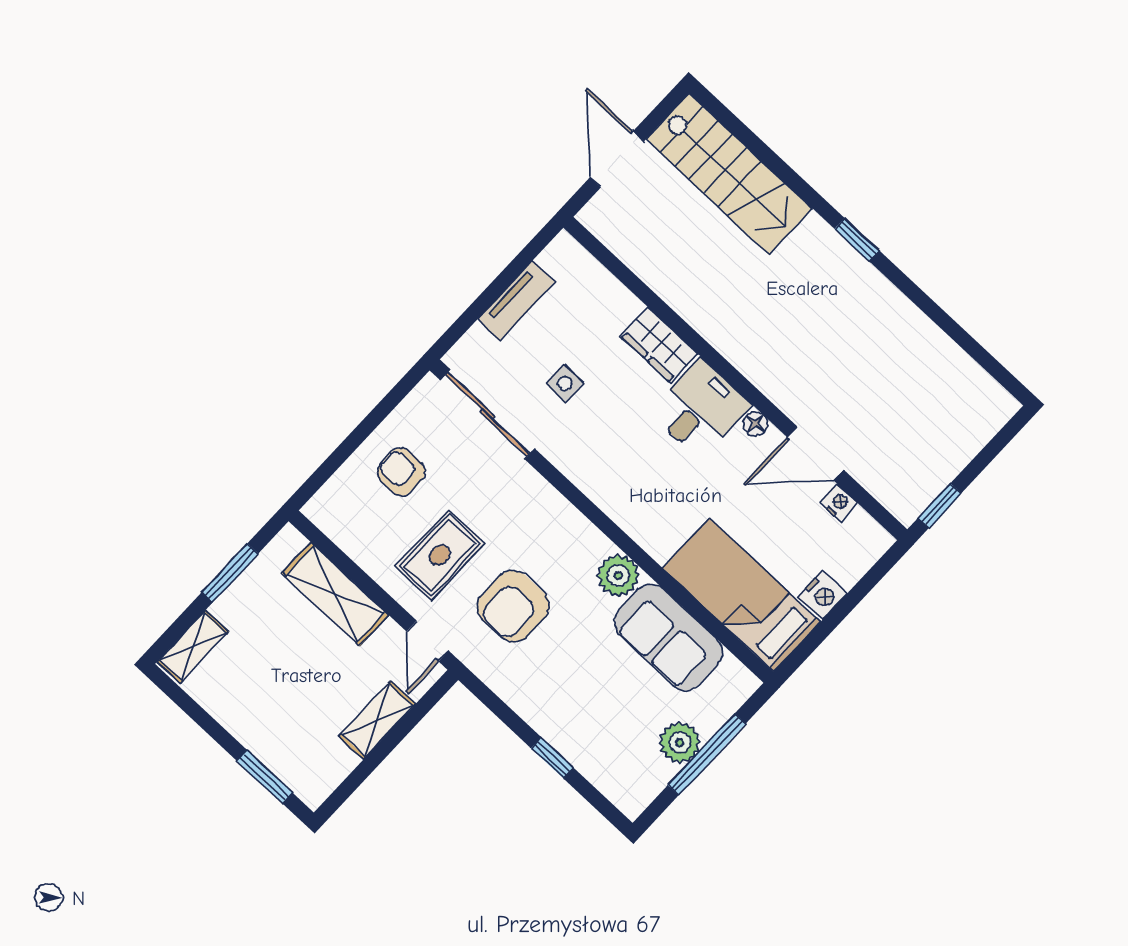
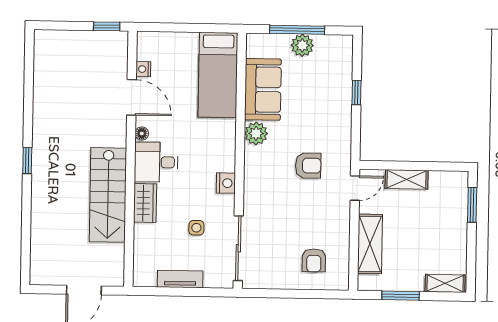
stairs: (729, 174) -> (108, 195), moved, turned 180
armchair: (401, 472) -> (314, 260), moved
rug: (440, 555) -> (315, 215), removed
nightstand: (823, 595) -> (226, 183), moved, turned 90
armchair: (513, 606) -> (308, 166), width x0.72, depth x0.72

